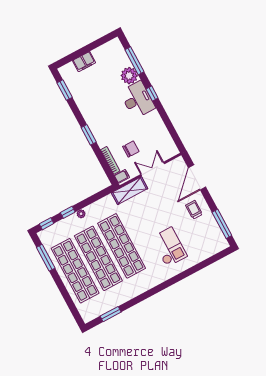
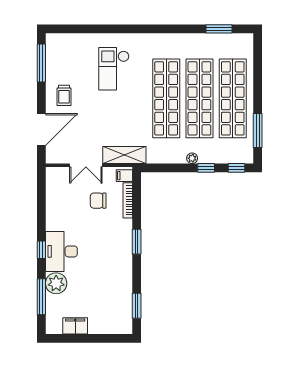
filing cabinet: (84, 62) -> (75, 326), moved

